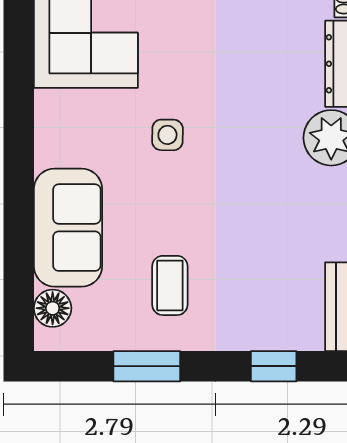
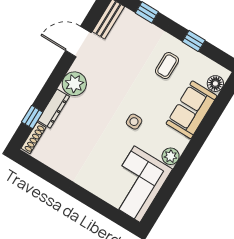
plant: (53, 111) -> (171, 156), added
window: (147, 366) -> (194, 41), width x0.67

